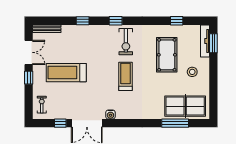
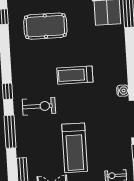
window: (83, 21) -> (10, 132), width x2.17
exercise bike: (126, 42) -> (39, 106), moved

